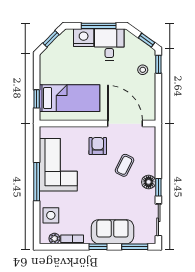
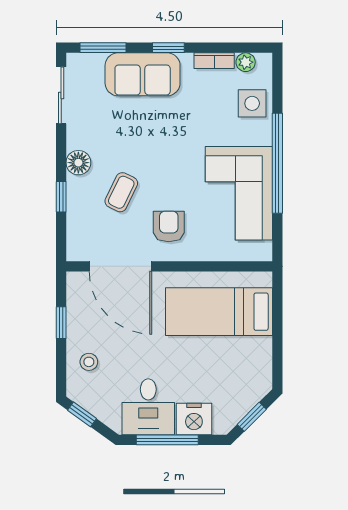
window: (158, 64) -> (61, 323), moved
window: (37, 99) -> (277, 310), removed
armchair: (98, 146) -> (169, 226), turned 180
window: (37, 182) -> (277, 163), width x1.46
window: (158, 187) -> (61, 197), moved

